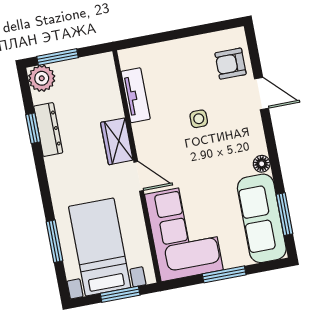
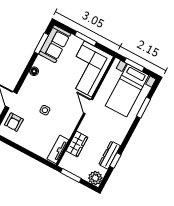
window: (58, 57) -> (71, 176), moved
armchair: (231, 64) -> (14, 122), turned 90
tv unit: (136, 95) -> (58, 149), moved
wardrobe: (117, 141) -> (77, 144), moved
sofa: (262, 218) -> (55, 44), width x0.73

